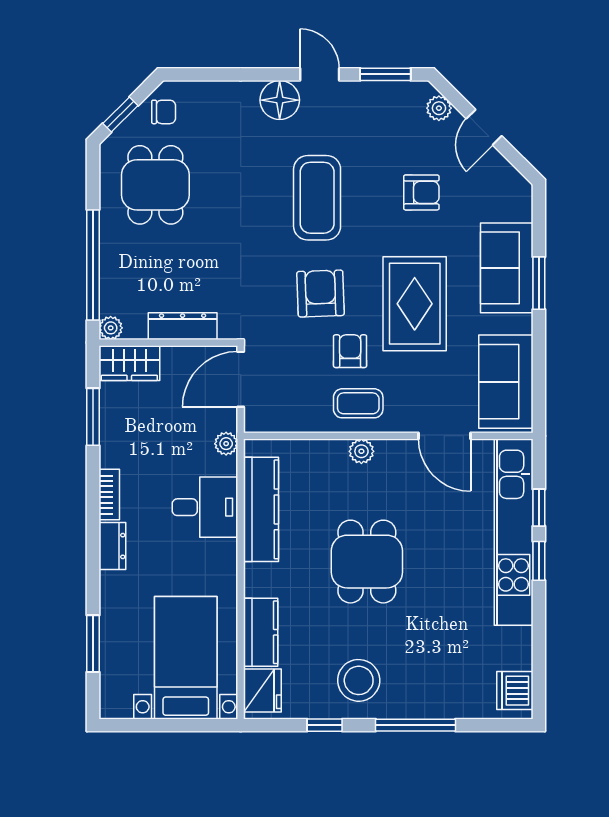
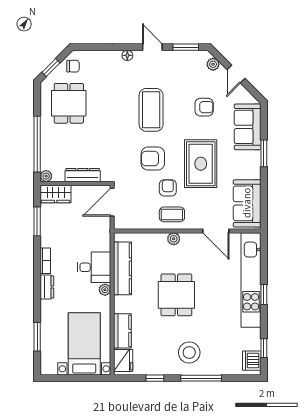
floor lamp: (280, 100) -> (127, 55), width x0.53, depth x0.53
sofa: (507, 268) -> (248, 127), moved
armchair: (321, 293) -> (153, 159), turned -88
plant: (226, 444) -> (105, 290), moved
window: (539, 508) -> (264, 348), moved
stool: (359, 680) -> (189, 353), moved

